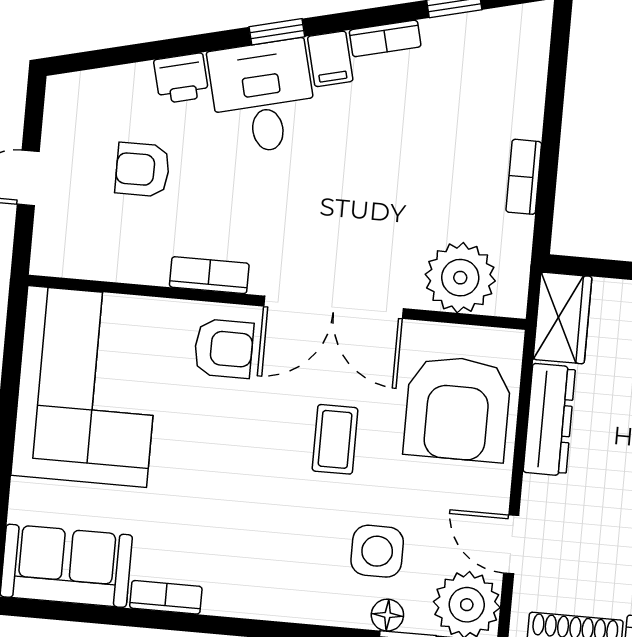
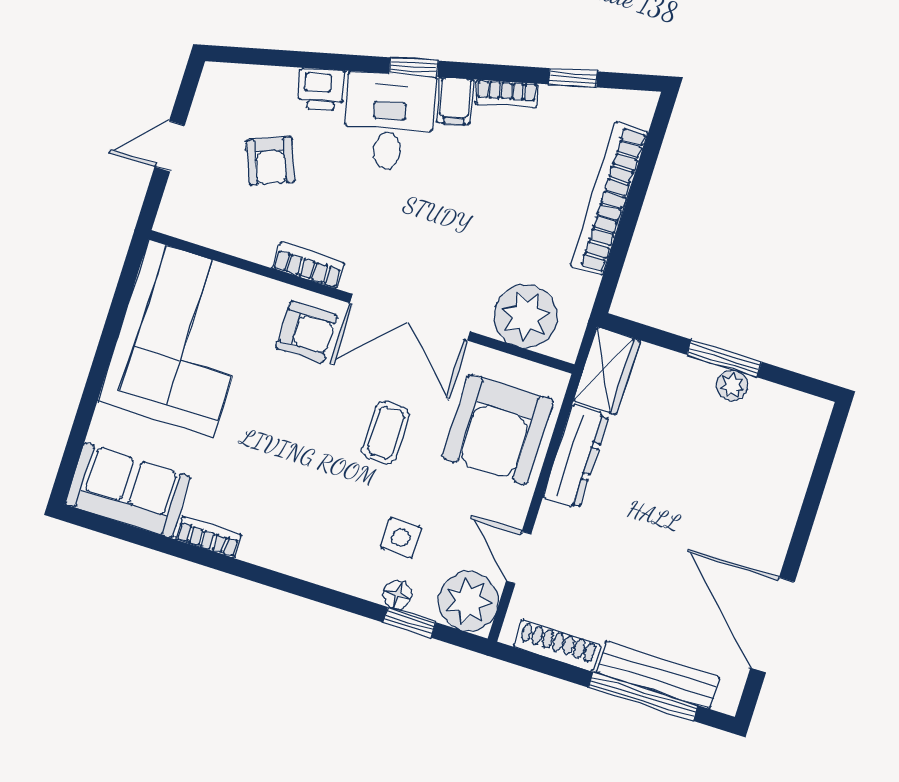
armchair: (142, 170) -> (270, 161), turned -112
bookcase: (524, 177) -> (609, 199), width x2.31, depth x1.31
side table: (377, 551) -> (401, 538), width x0.73, depth x0.73

